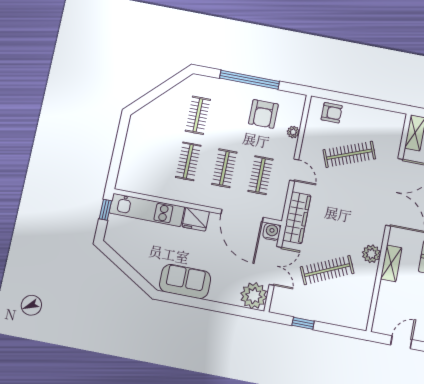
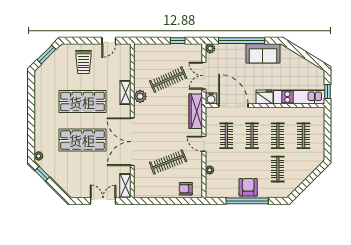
armchair: (263, 114) -> (248, 187), moved
clothes rail: (152, 154) -> (304, 136), added
plant: (254, 296) -> (210, 48), width x0.53, depth x0.53
window: (212, 306) -> (242, 41), added

